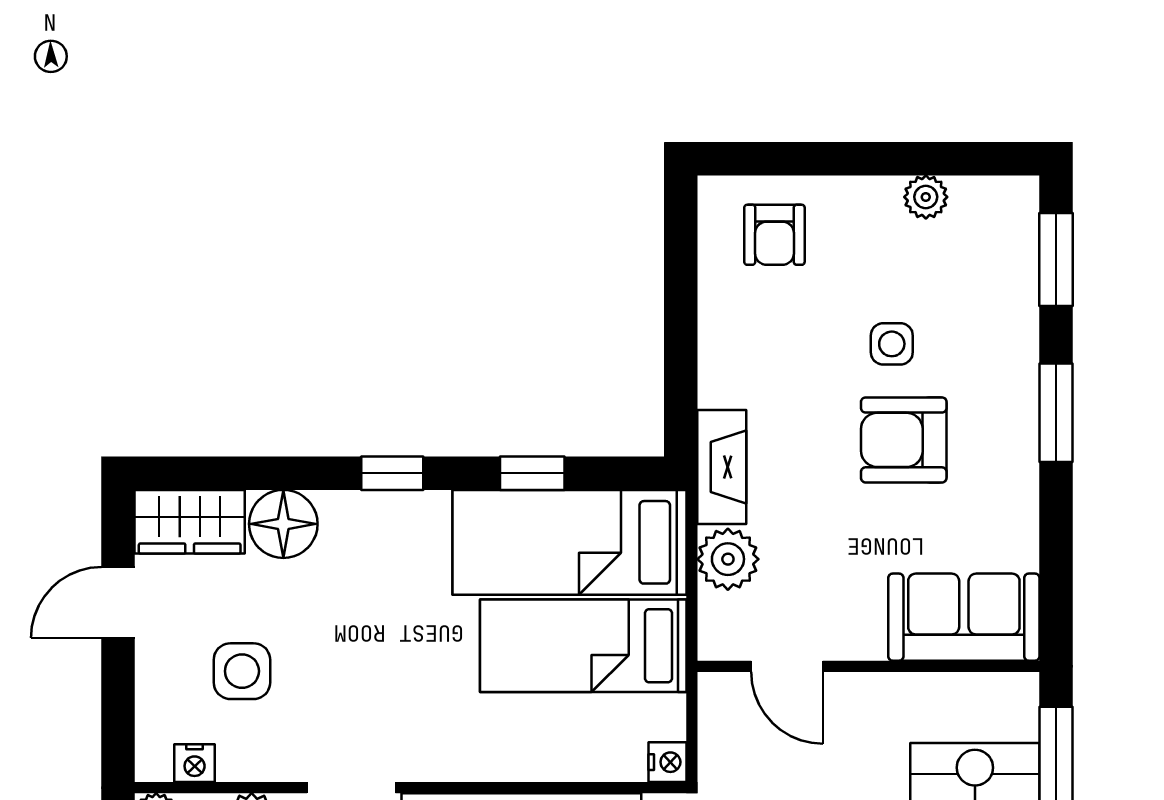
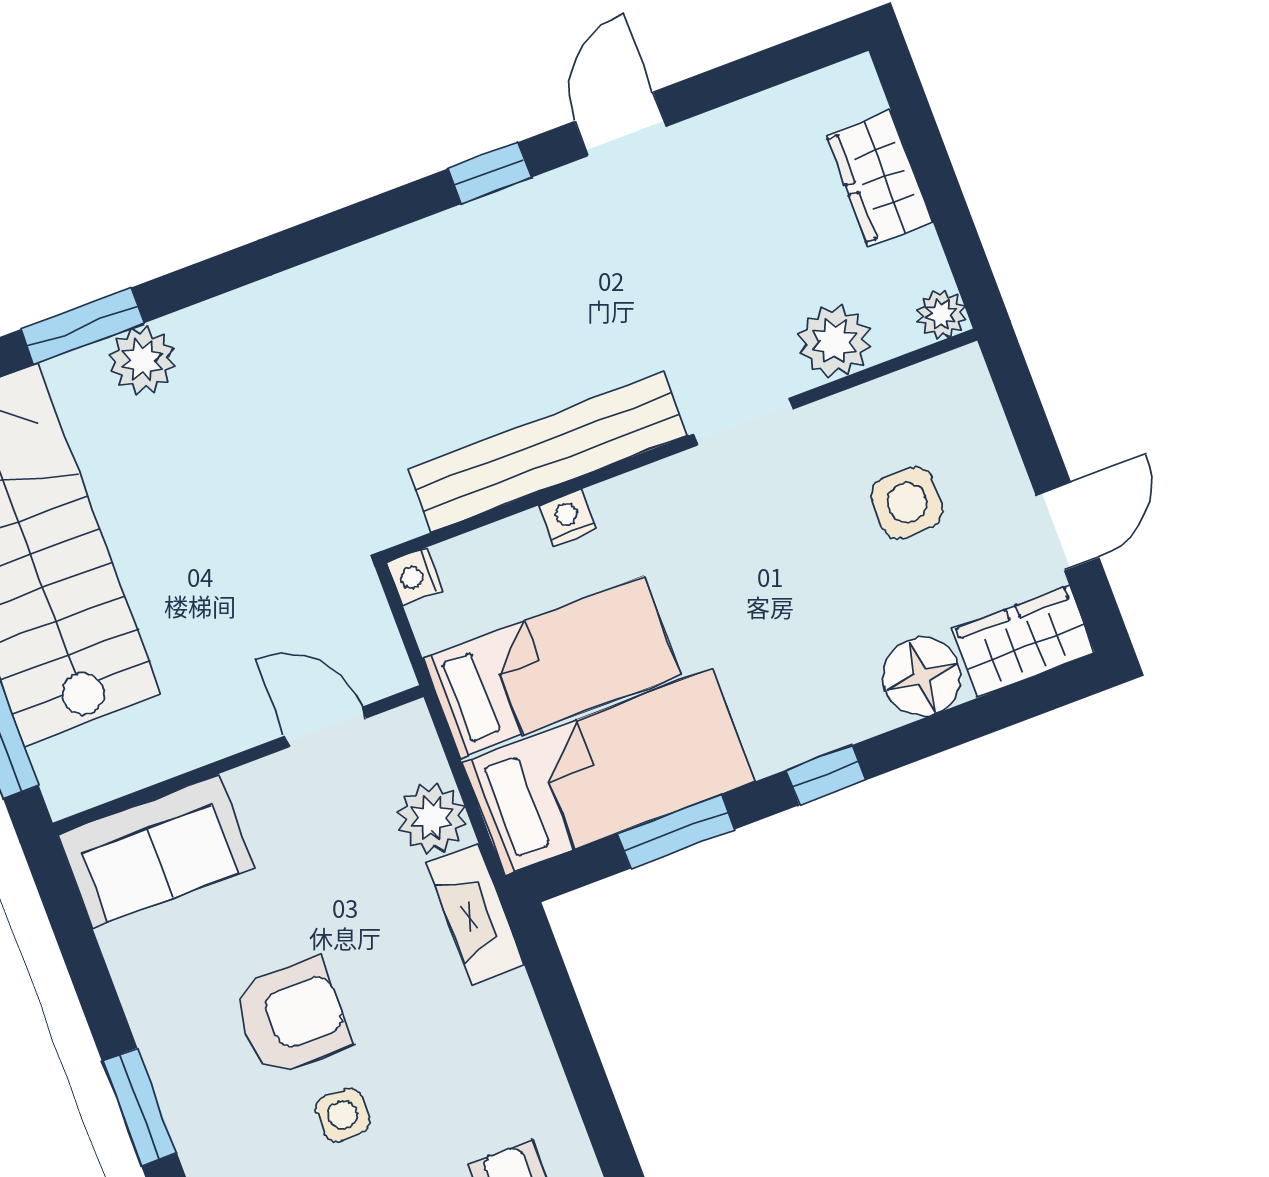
window: (532, 473) -> (676, 831), width x1.50
nightstand: (195, 763) -> (567, 518), moved

